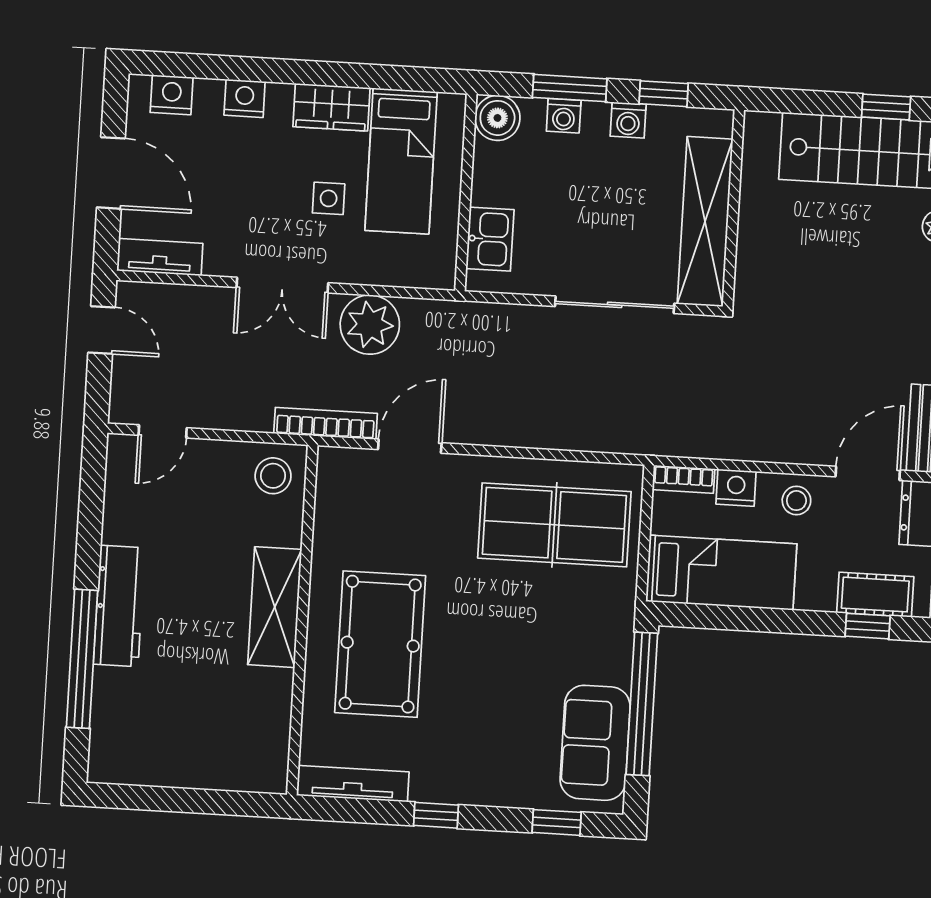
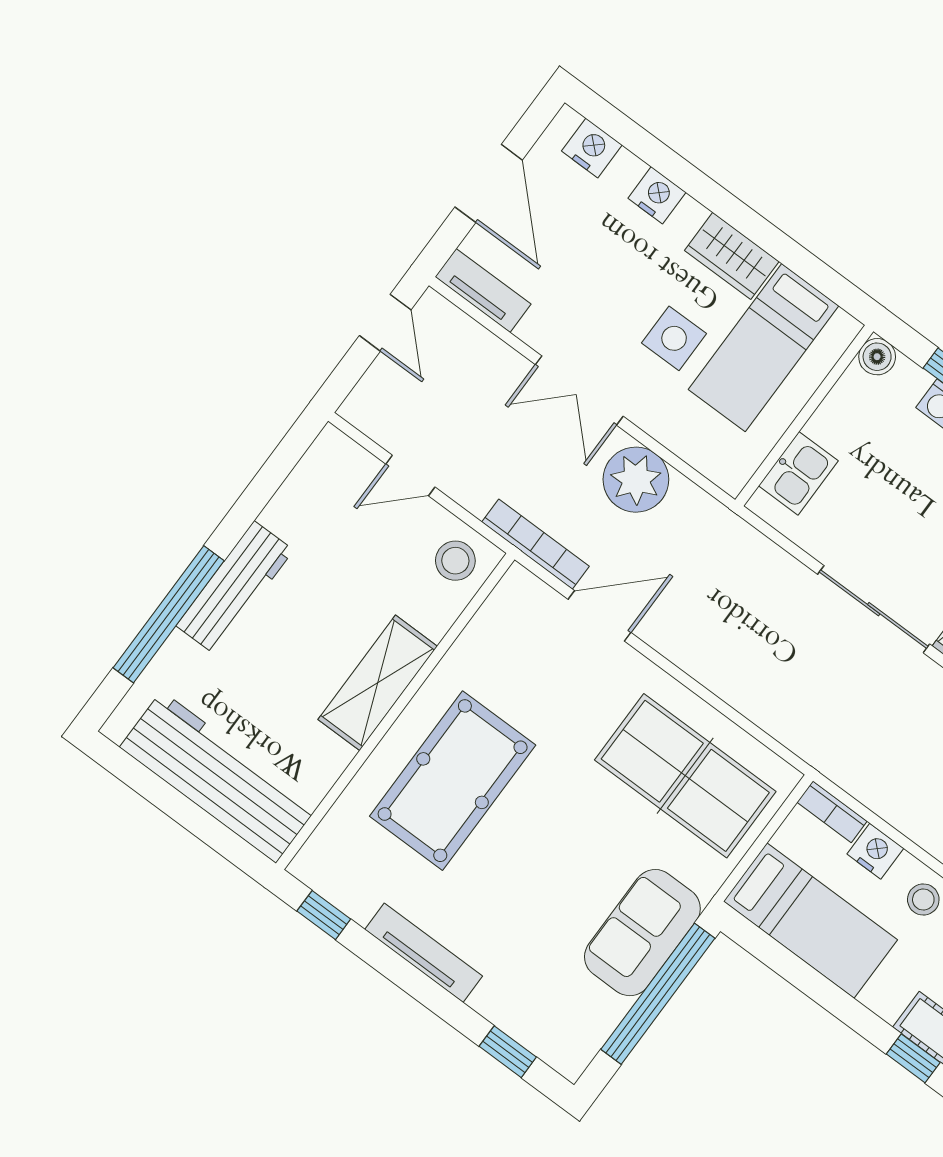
boiler: (497, 118) -> (877, 357), width x0.73, depth x0.73
side table: (329, 198) -> (674, 338), width x1.37, depth x1.37
door: (163, 431) -> (410, 475), moved
sofa: (595, 743) -> (642, 933), moved
workbench: (201, 757) -> (219, 777), added
tv unit: (353, 784) -> (424, 953), moved
window: (436, 815) -> (324, 915), moved

